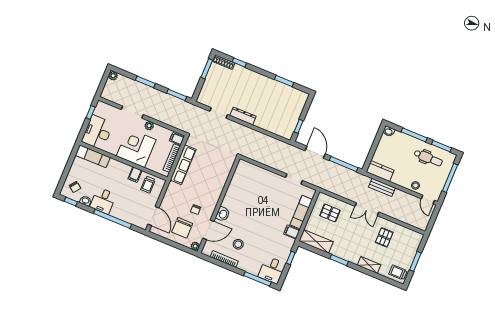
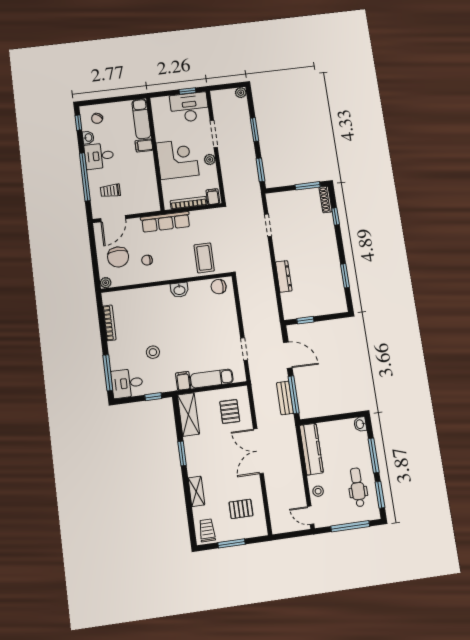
dresser: (243, 116) -> (284, 276), moved
desk: (97, 132) -> (189, 107), moved
door: (315, 152) -> (288, 355), hinge flipped
dental chair: (428, 158) -> (358, 487), turned 180
row of seats: (183, 165) -> (166, 222), moved
coffee table: (216, 170) -> (204, 258), added
kitchen counter: (380, 171) -> (311, 449), width x1.50
chair: (242, 172) -> (219, 287), added
filing cabinet: (135, 175) -> (144, 146), moved
trolley: (148, 185) -> (110, 191), moved
bench: (382, 187) -> (285, 398), moved
door: (428, 200) -> (311, 515), hinge flipped
double door: (367, 209) -> (258, 451), width x1.37
washbasin: (223, 214) -> (179, 290), moved
chair: (182, 228) -> (118, 257), turned -90
door: (208, 230) -> (132, 287), removed
pallet: (384, 237) -> (241, 509), moved
stool: (238, 244) -> (153, 352), moved

